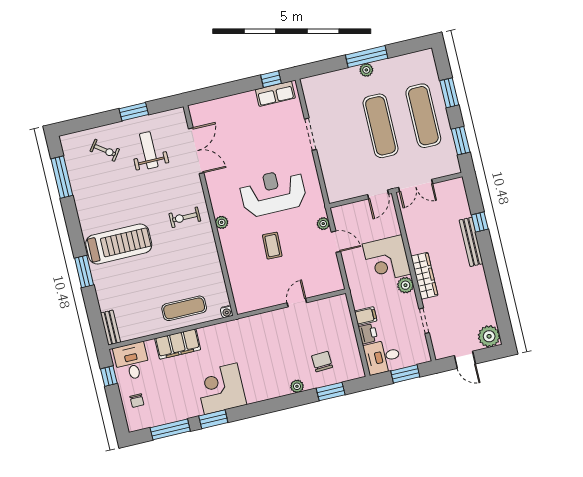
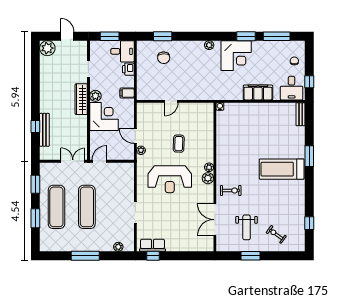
plant: (366, 70) -> (118, 247), moved
window: (62, 177) -> (309, 223), width x0.46
plant: (220, 207) -> (208, 178), added
exercise bike: (185, 217) -> (231, 190), moved
bench: (471, 242) -> (44, 130), moved
exercise mat: (184, 308) -> (248, 115), removed
filing cabinet: (366, 316) -> (127, 93), moved
plant: (297, 386) -> (209, 45), moved

